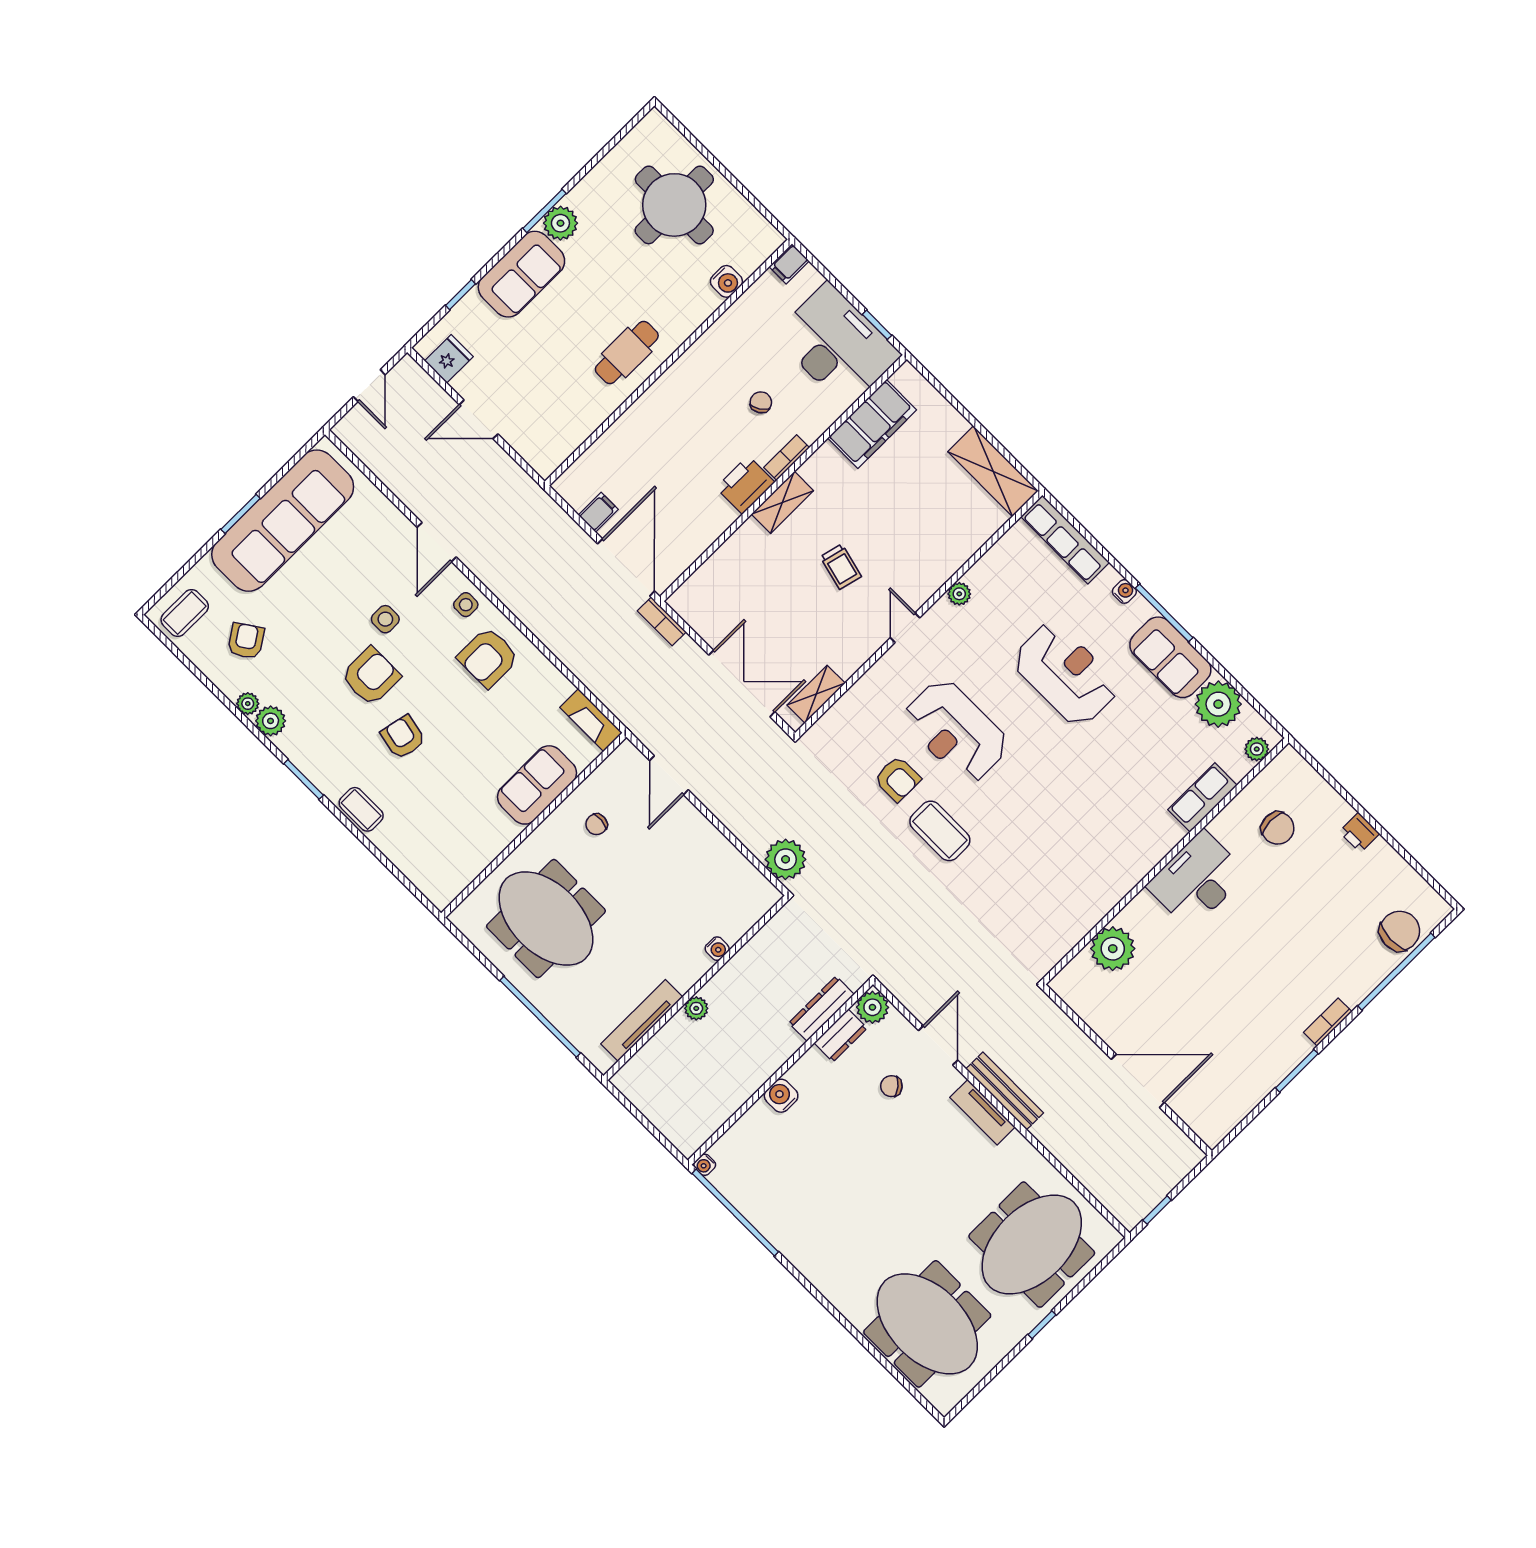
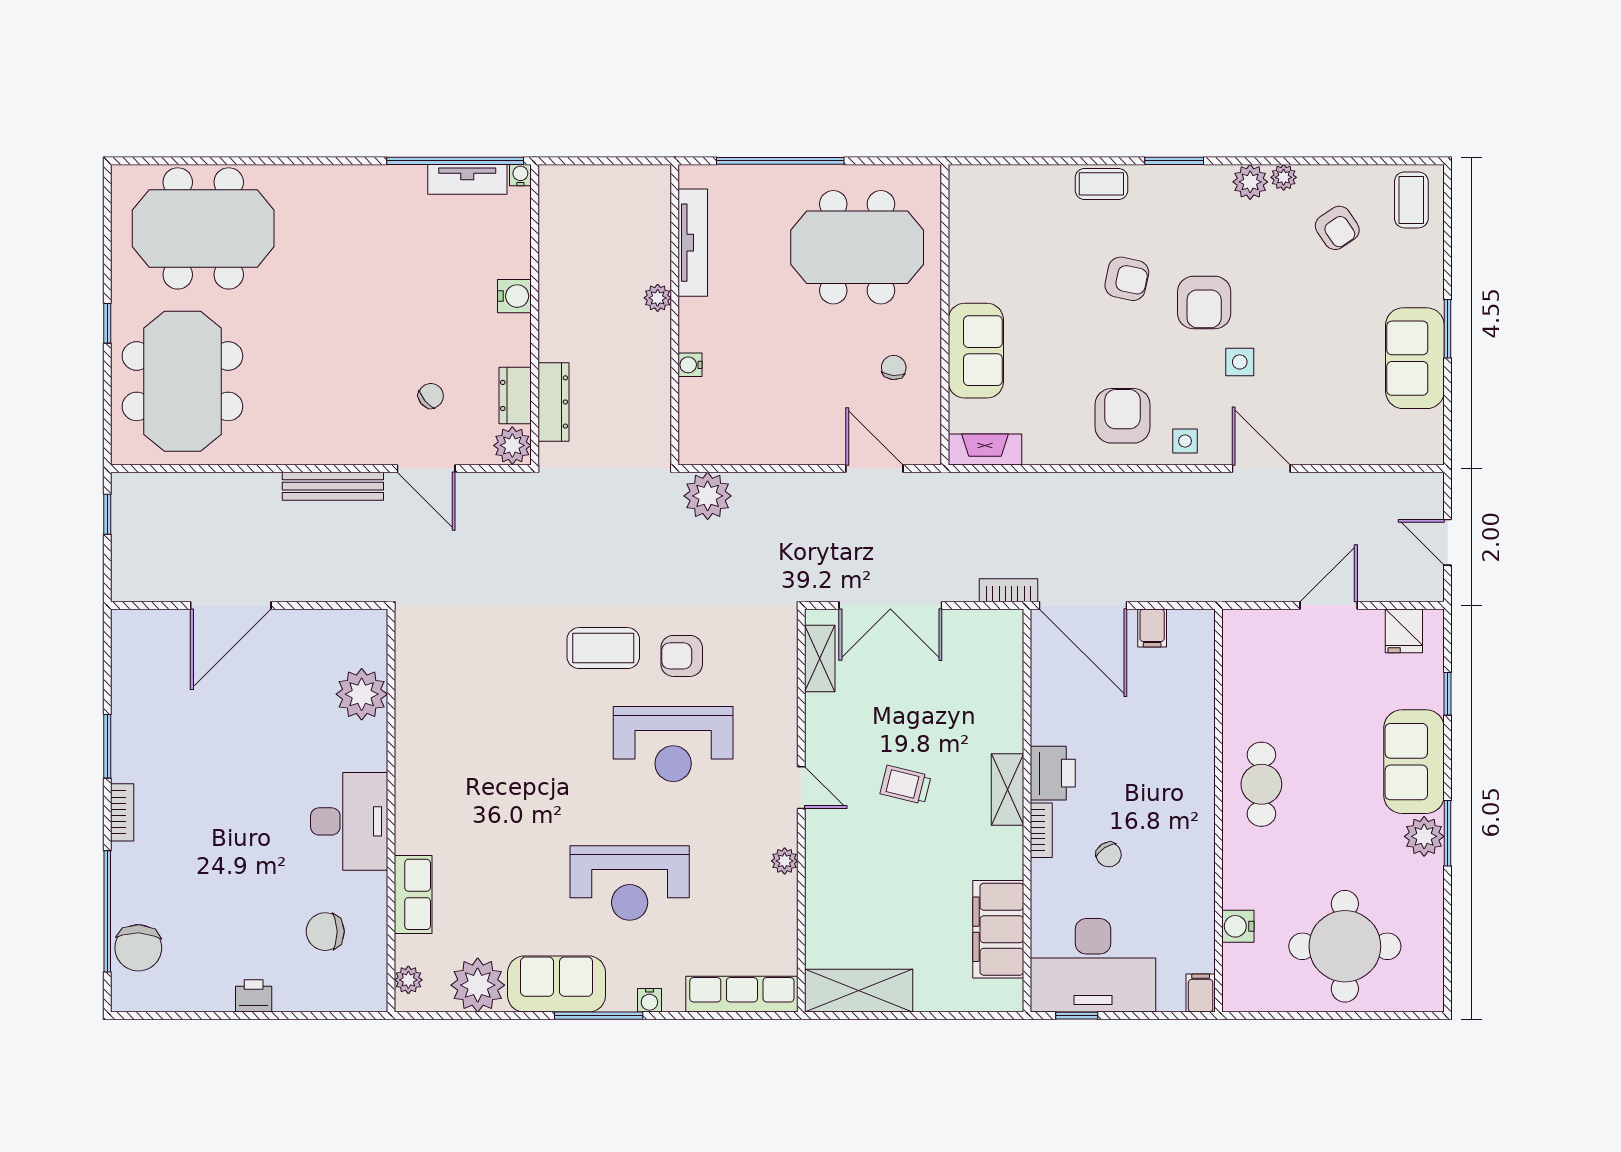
sofa: (283, 521) -> (1415, 358), width x0.54, depth x0.79
reception desk: (956, 731) -> (673, 744), turned 180
tv unit: (983, 1112) -> (467, 179), moved, turned 180

